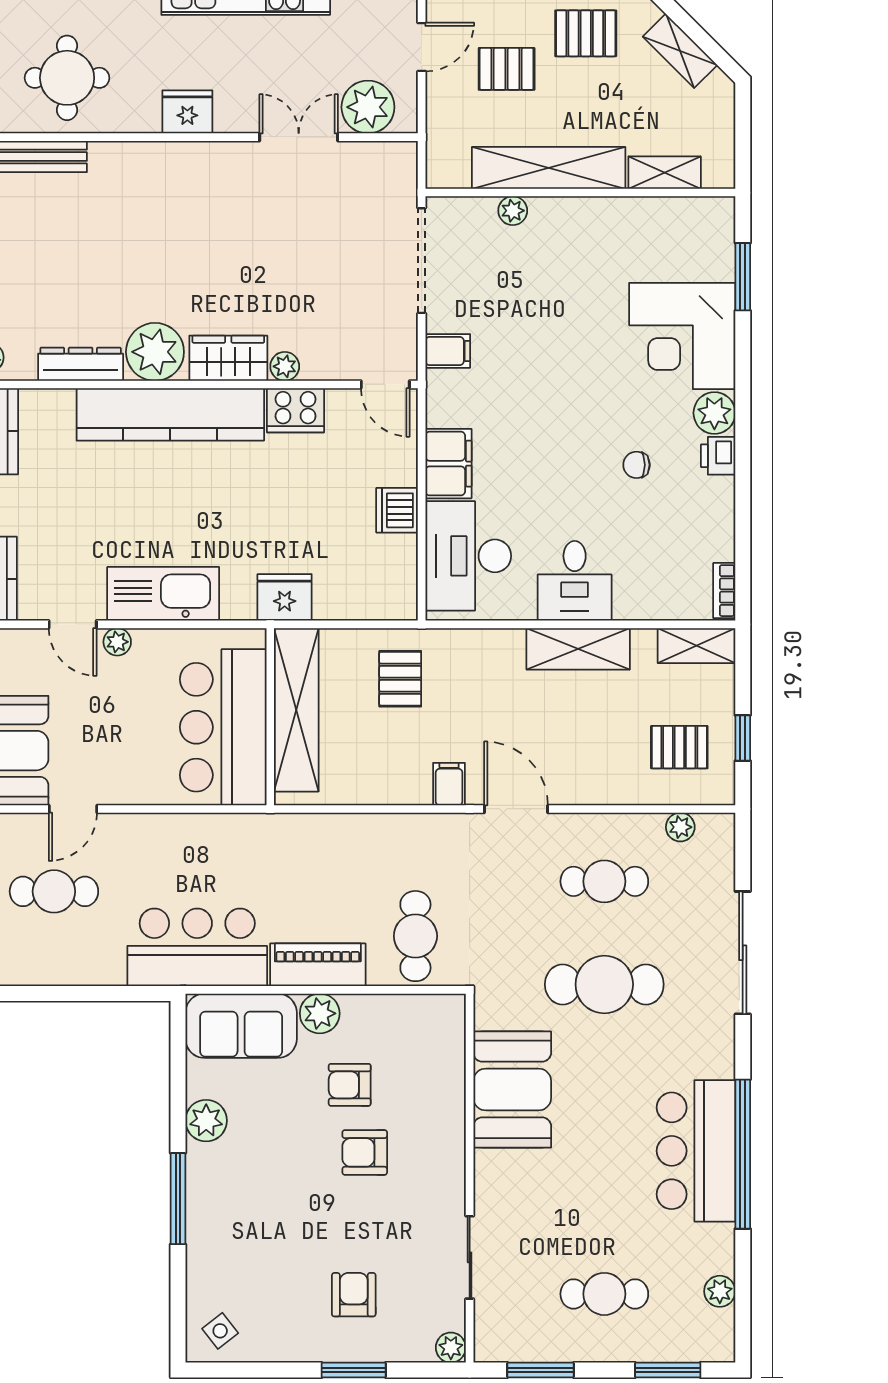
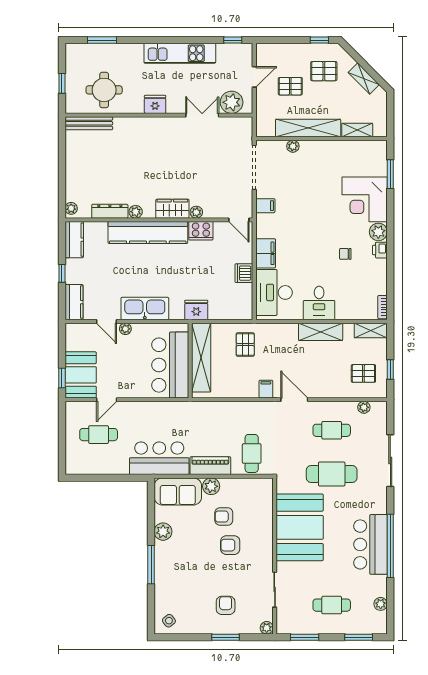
plant: (155, 352) -> (136, 212), width x0.53, depth x0.53
booth: (512, 1089) -> (300, 527), width x1.36, depth x1.42

